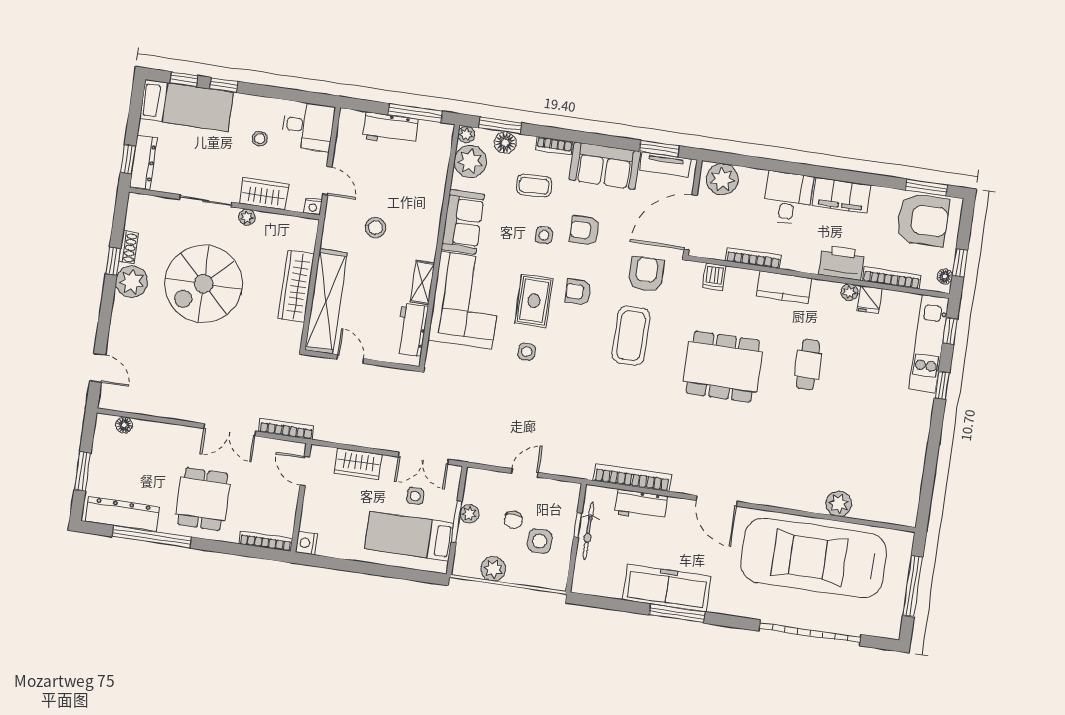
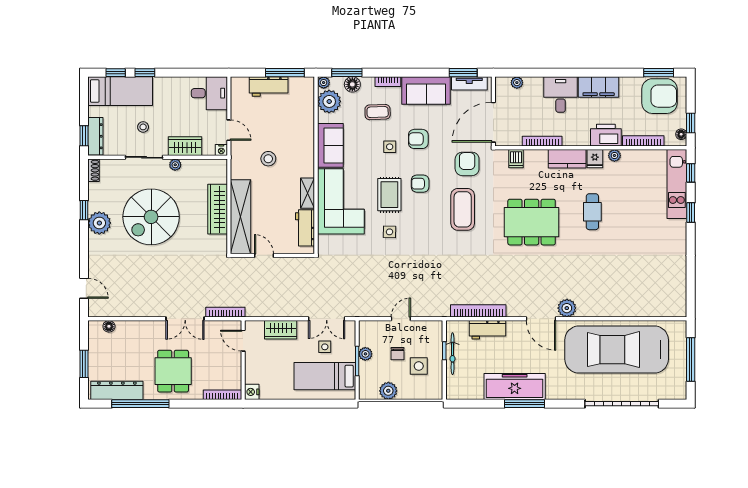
stool: (260, 139) -> (143, 127), moved
plant: (722, 179) -> (517, 83), width x0.53, depth x0.53
shoe rack: (128, 248) -> (93, 170), moved
fridge: (870, 300) -> (595, 159), moved
plant: (839, 504) -> (567, 308), moved

